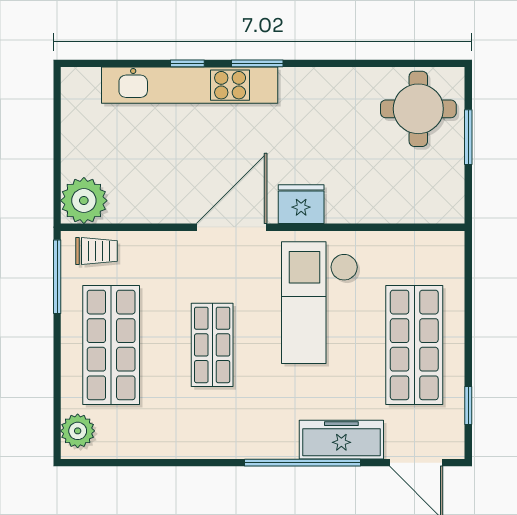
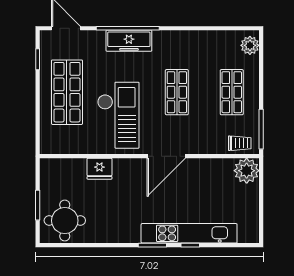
fridge: (301, 204) -> (99, 169), moved
trolley: (96, 251) -> (240, 143), turned 180
shop shelf: (111, 345) -> (232, 92), width x0.70, depth x0.74
freezer: (341, 440) -> (129, 41), moved

